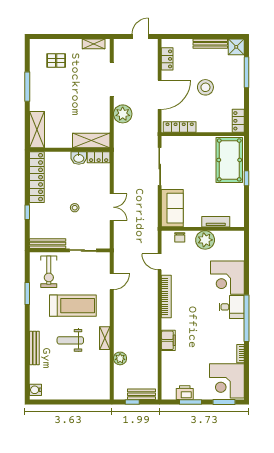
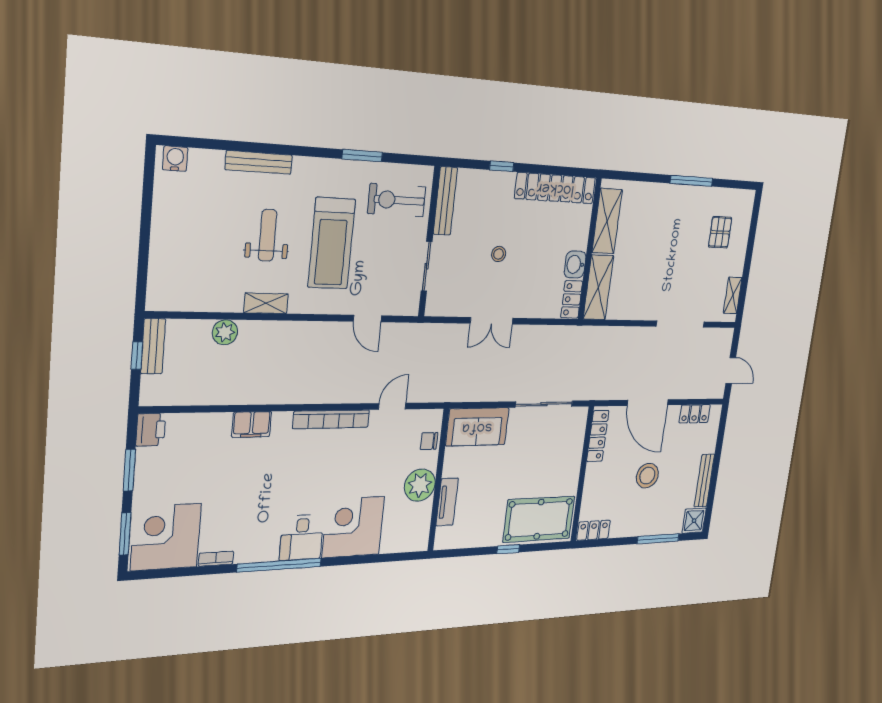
plant: (123, 114) -> (630, 342), removed
shelving: (37, 130) -> (607, 221), moved, turned 90
printer: (185, 393) -> (151, 430), moved
bench: (141, 394) -> (153, 346), moved

